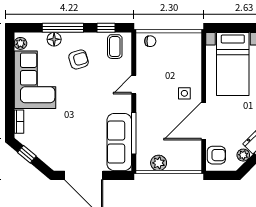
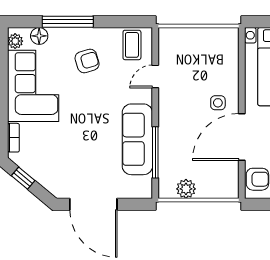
window: (106, 28) -> (121, 22), removed
floor lamp: (54, 39) -> (39, 36), moved
chair: (150, 41) -> (176, 38), removed
door: (134, 85) -> (155, 76), moved
sofa: (119, 142) -> (137, 139), moved

